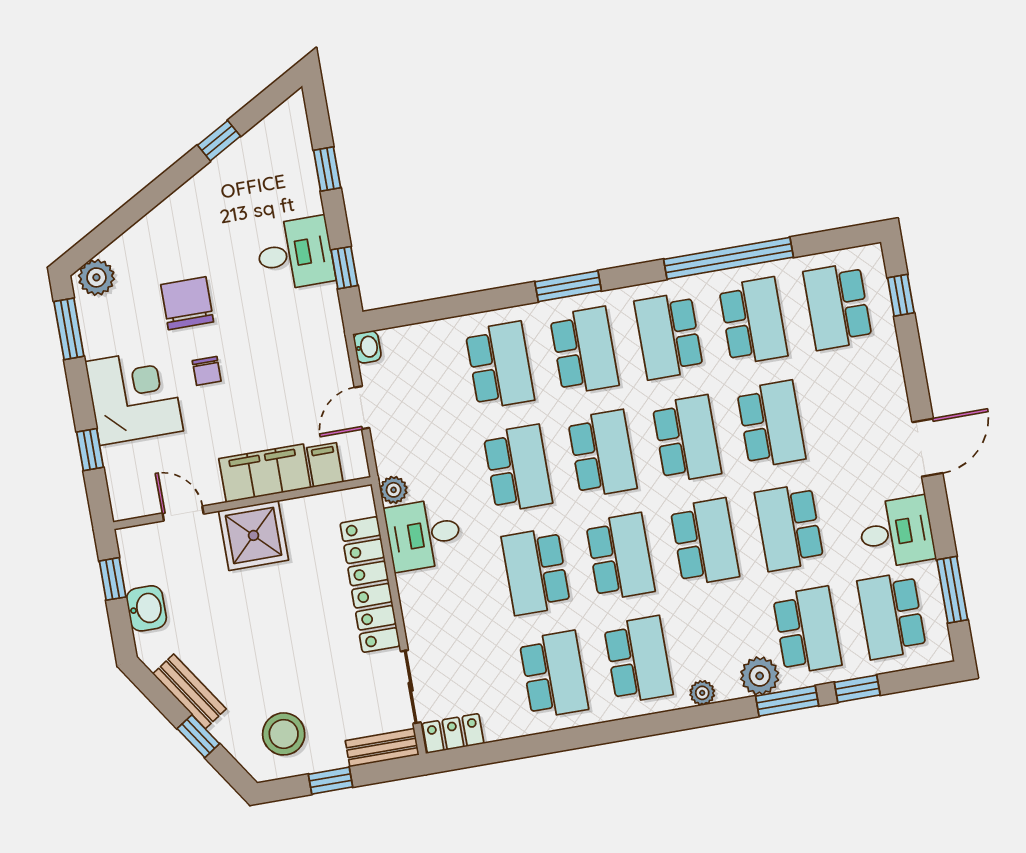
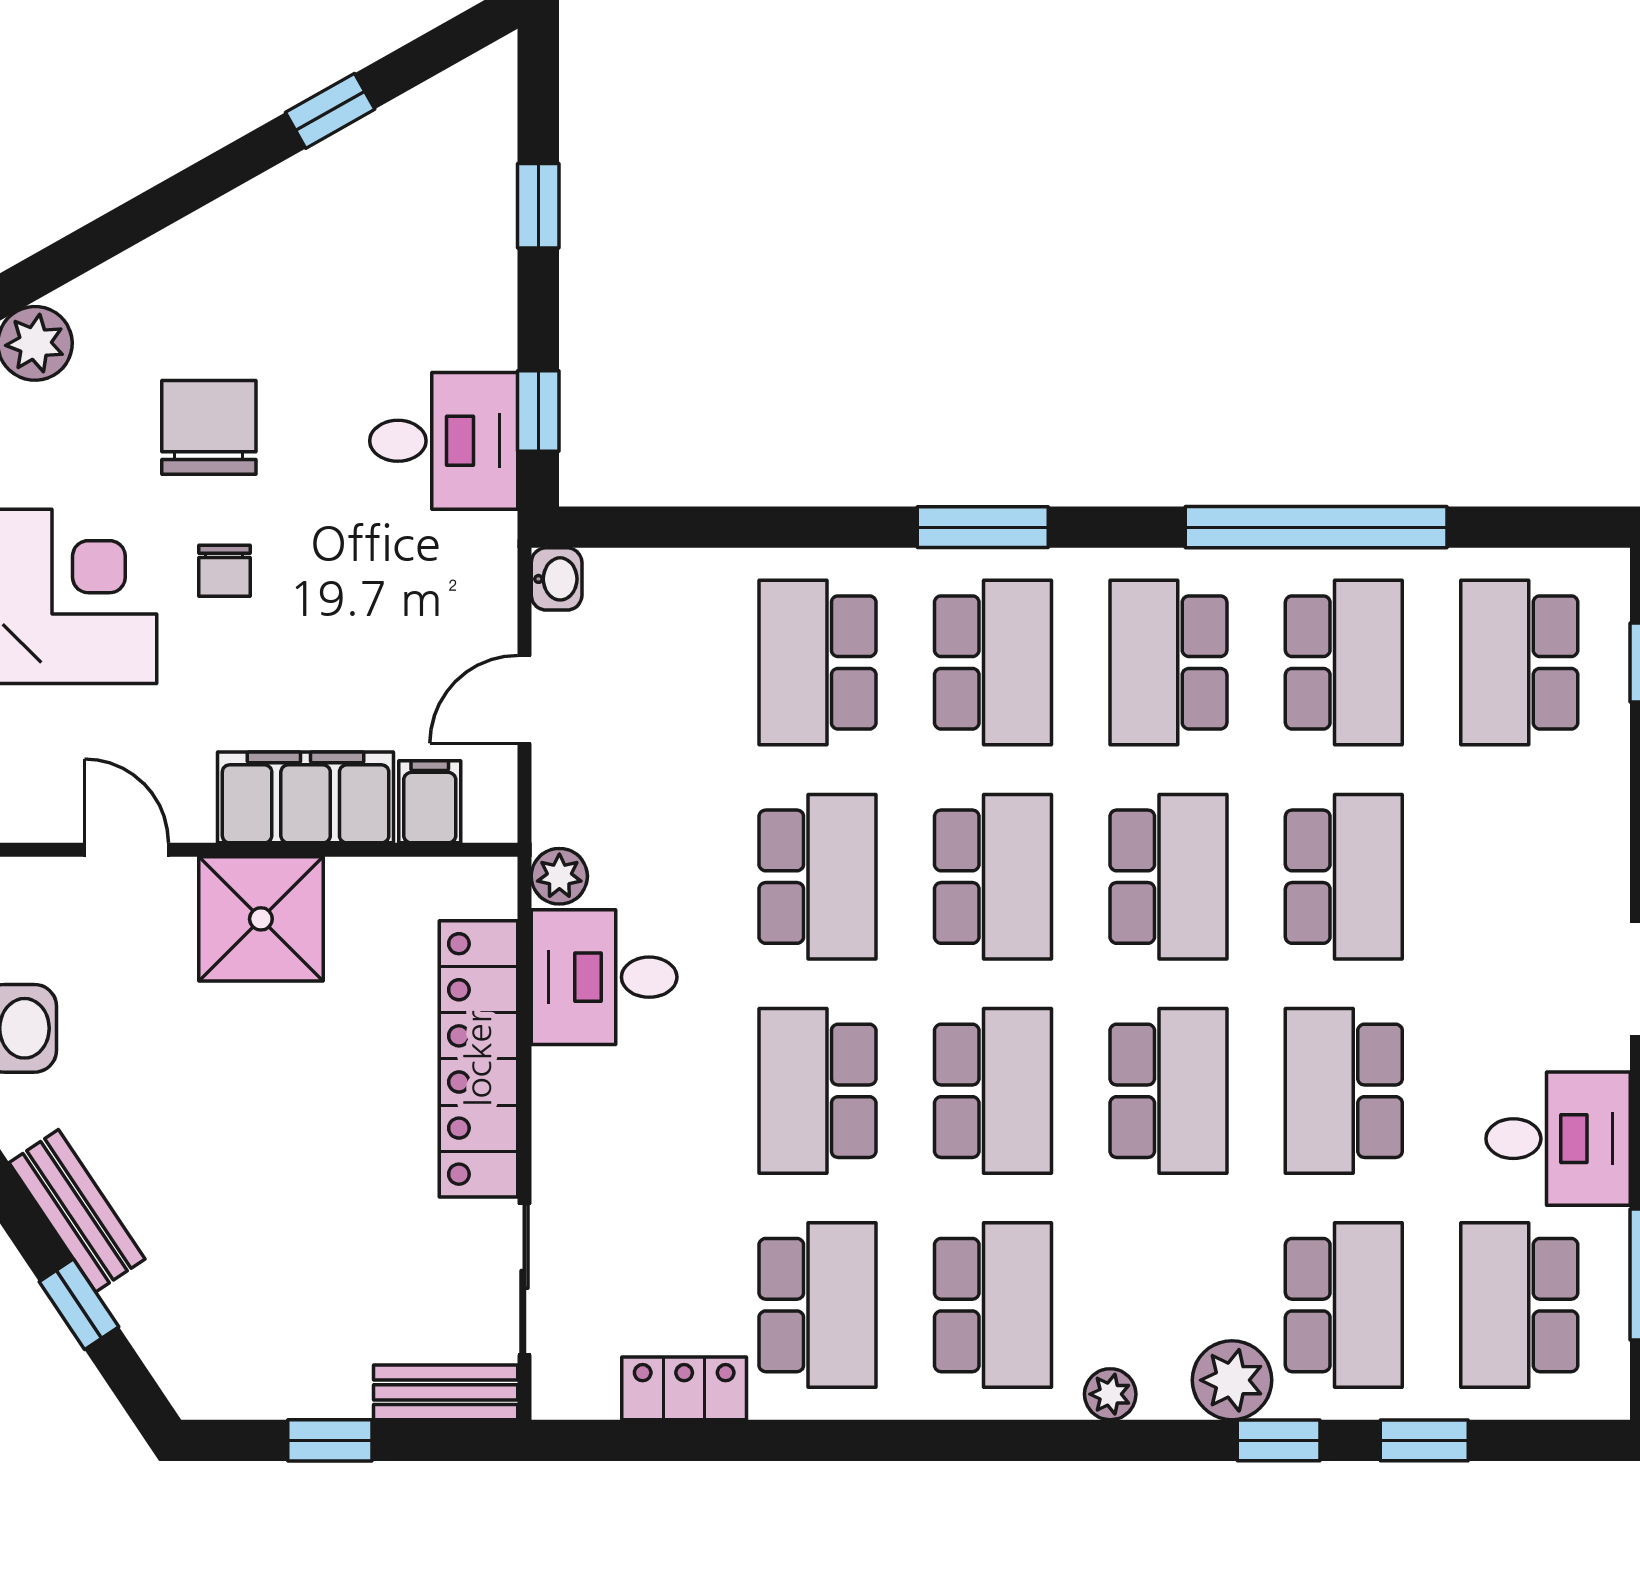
desk: (295, 254) -> (444, 441), moved
school desk: (500, 365) -> (817, 662), turned 180
window: (787, 701) -> (1279, 1440), width x0.67
locker: (453, 733) -> (684, 1388), moved
stool: (284, 734) -> (252, 1330), removed

